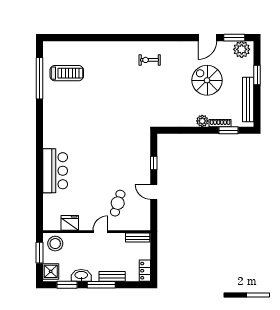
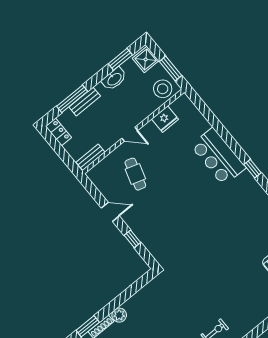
window: (39, 145) -> (253, 169), added
door: (100, 232) -> (130, 134), hinge flipped
window: (101, 285) -> (72, 99), moved

